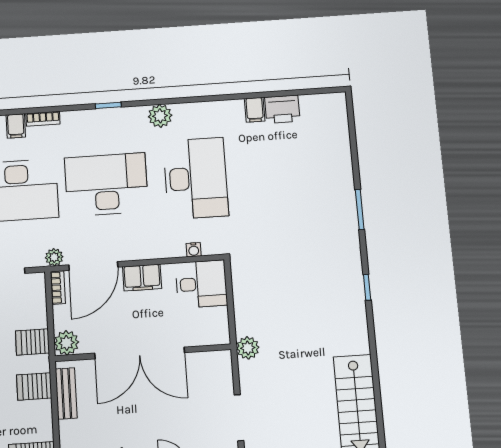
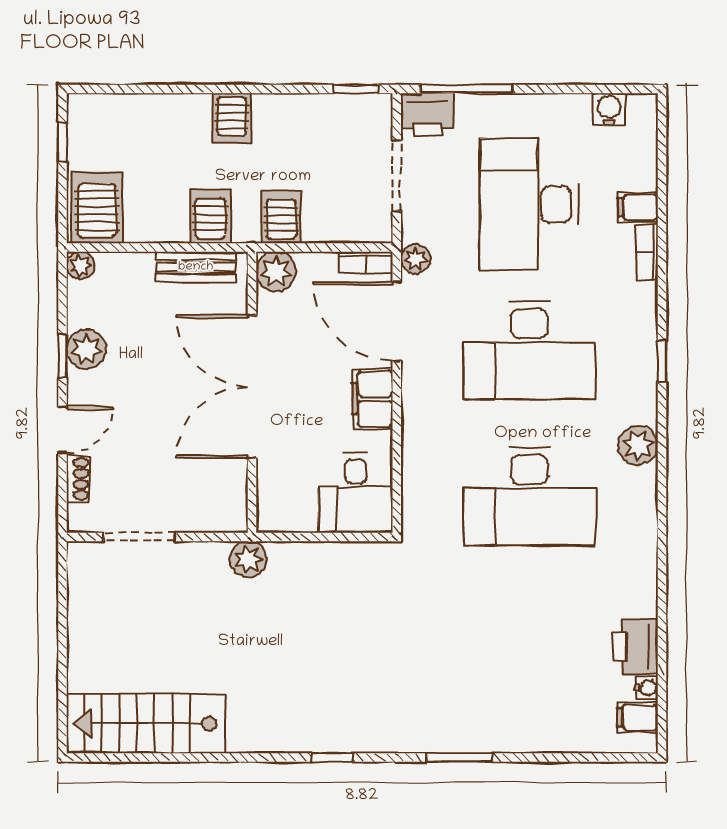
filing cabinet: (255, 110) -> (638, 717), moved
desk: (106, 184) -> (529, 350), turned 90
water cooler: (194, 250) -> (647, 688), moved, turned 180

